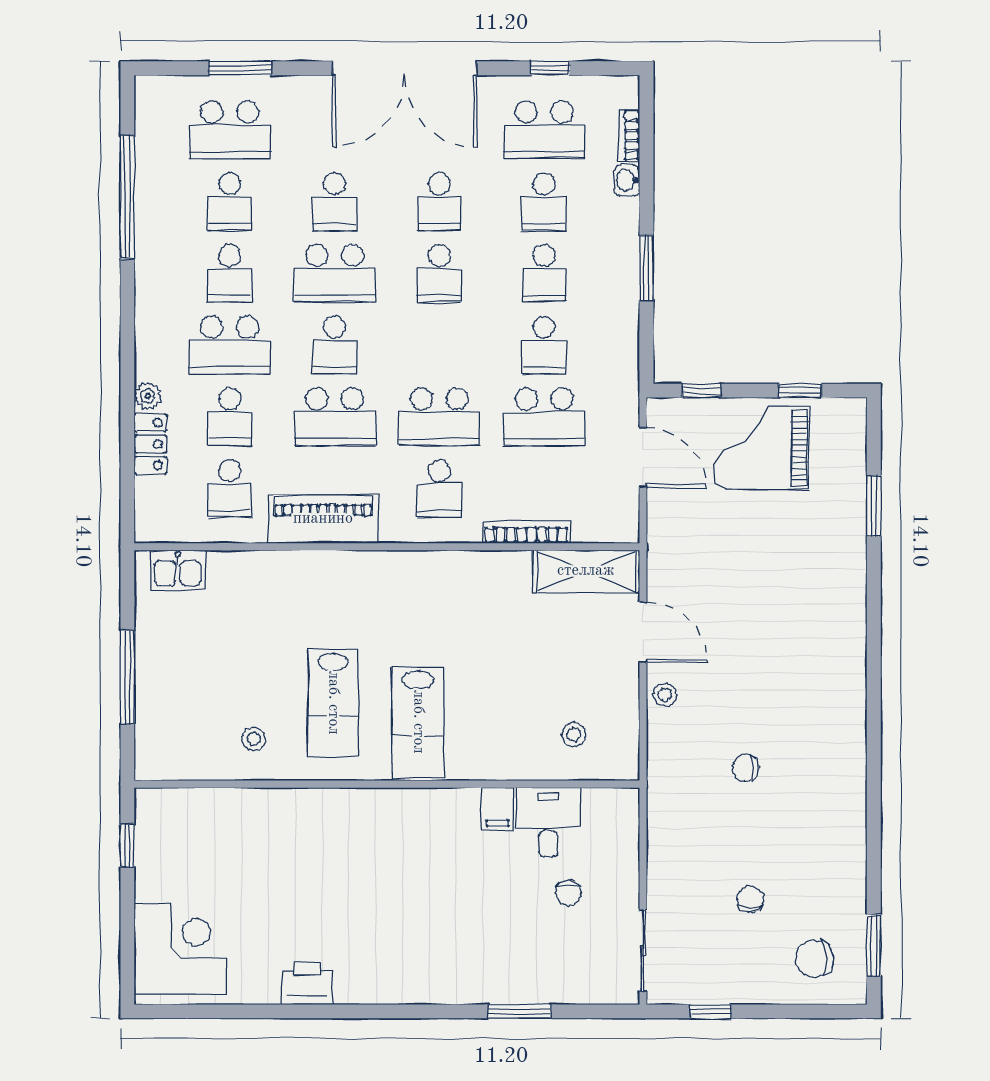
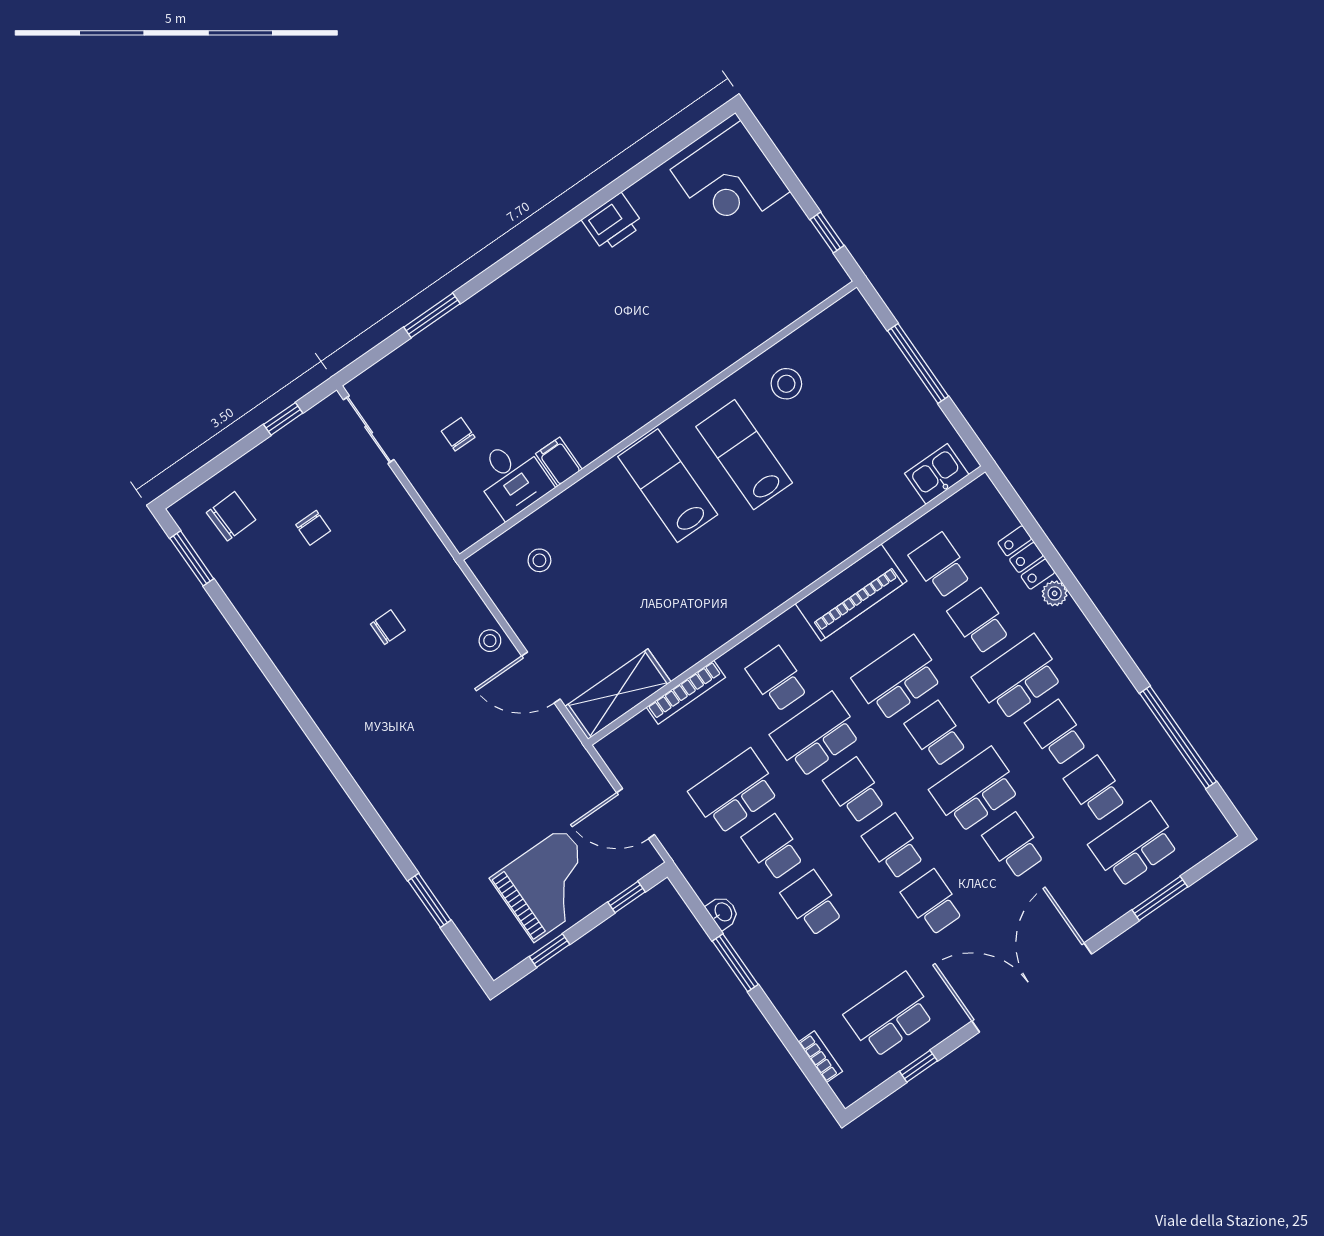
washbasin: (627, 180) -> (723, 912), moved
school desk: (544, 202) -> (855, 791), moved
stool: (254, 739) -> (786, 384), width x1.37, depth x1.37

